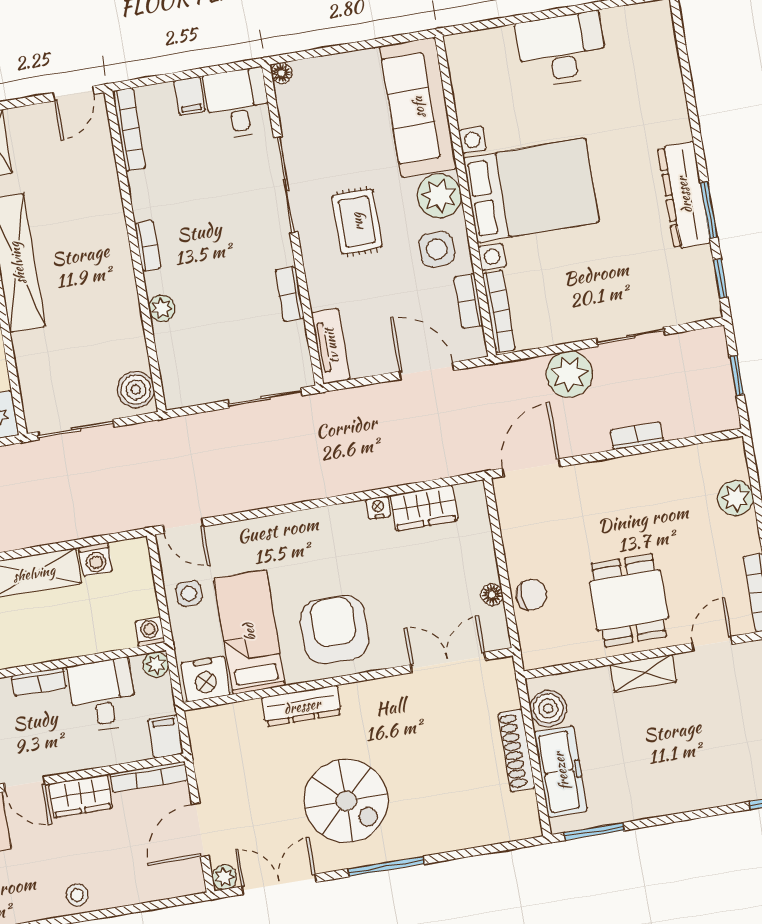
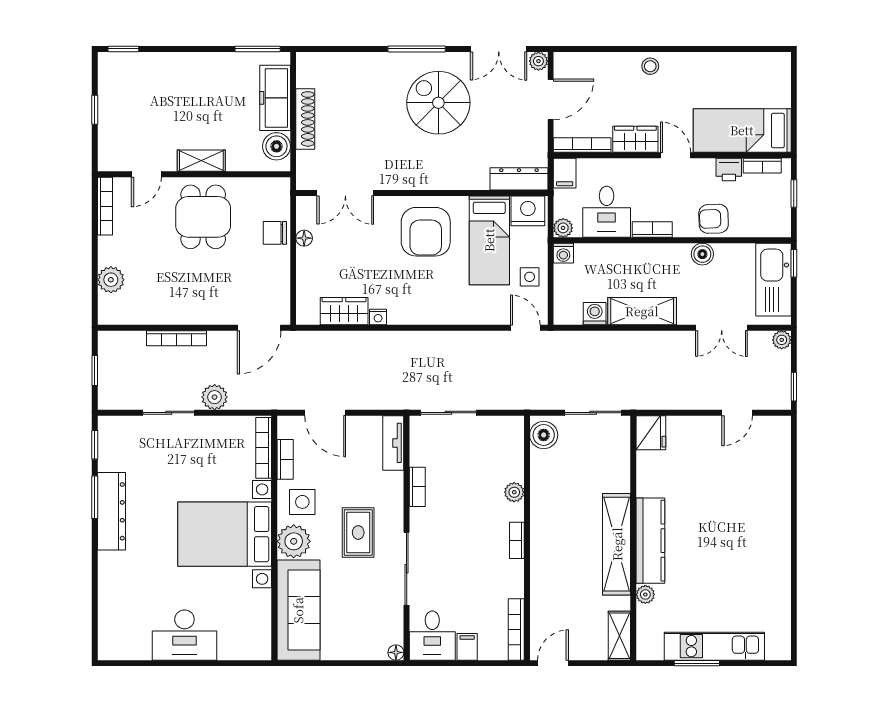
plant: (569, 374) -> (215, 397), width x0.73, depth x0.73
bookcase: (637, 436) -> (177, 338), width x1.56
dresser: (302, 706) -> (519, 179), moved

